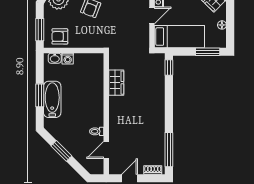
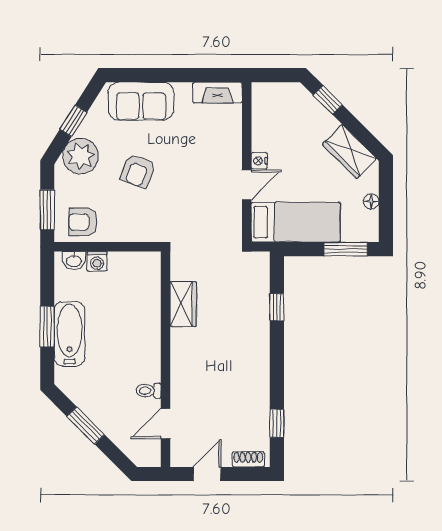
window: (169, 68) -> (277, 307), moved
window: (169, 150) -> (277, 423), width x0.46

